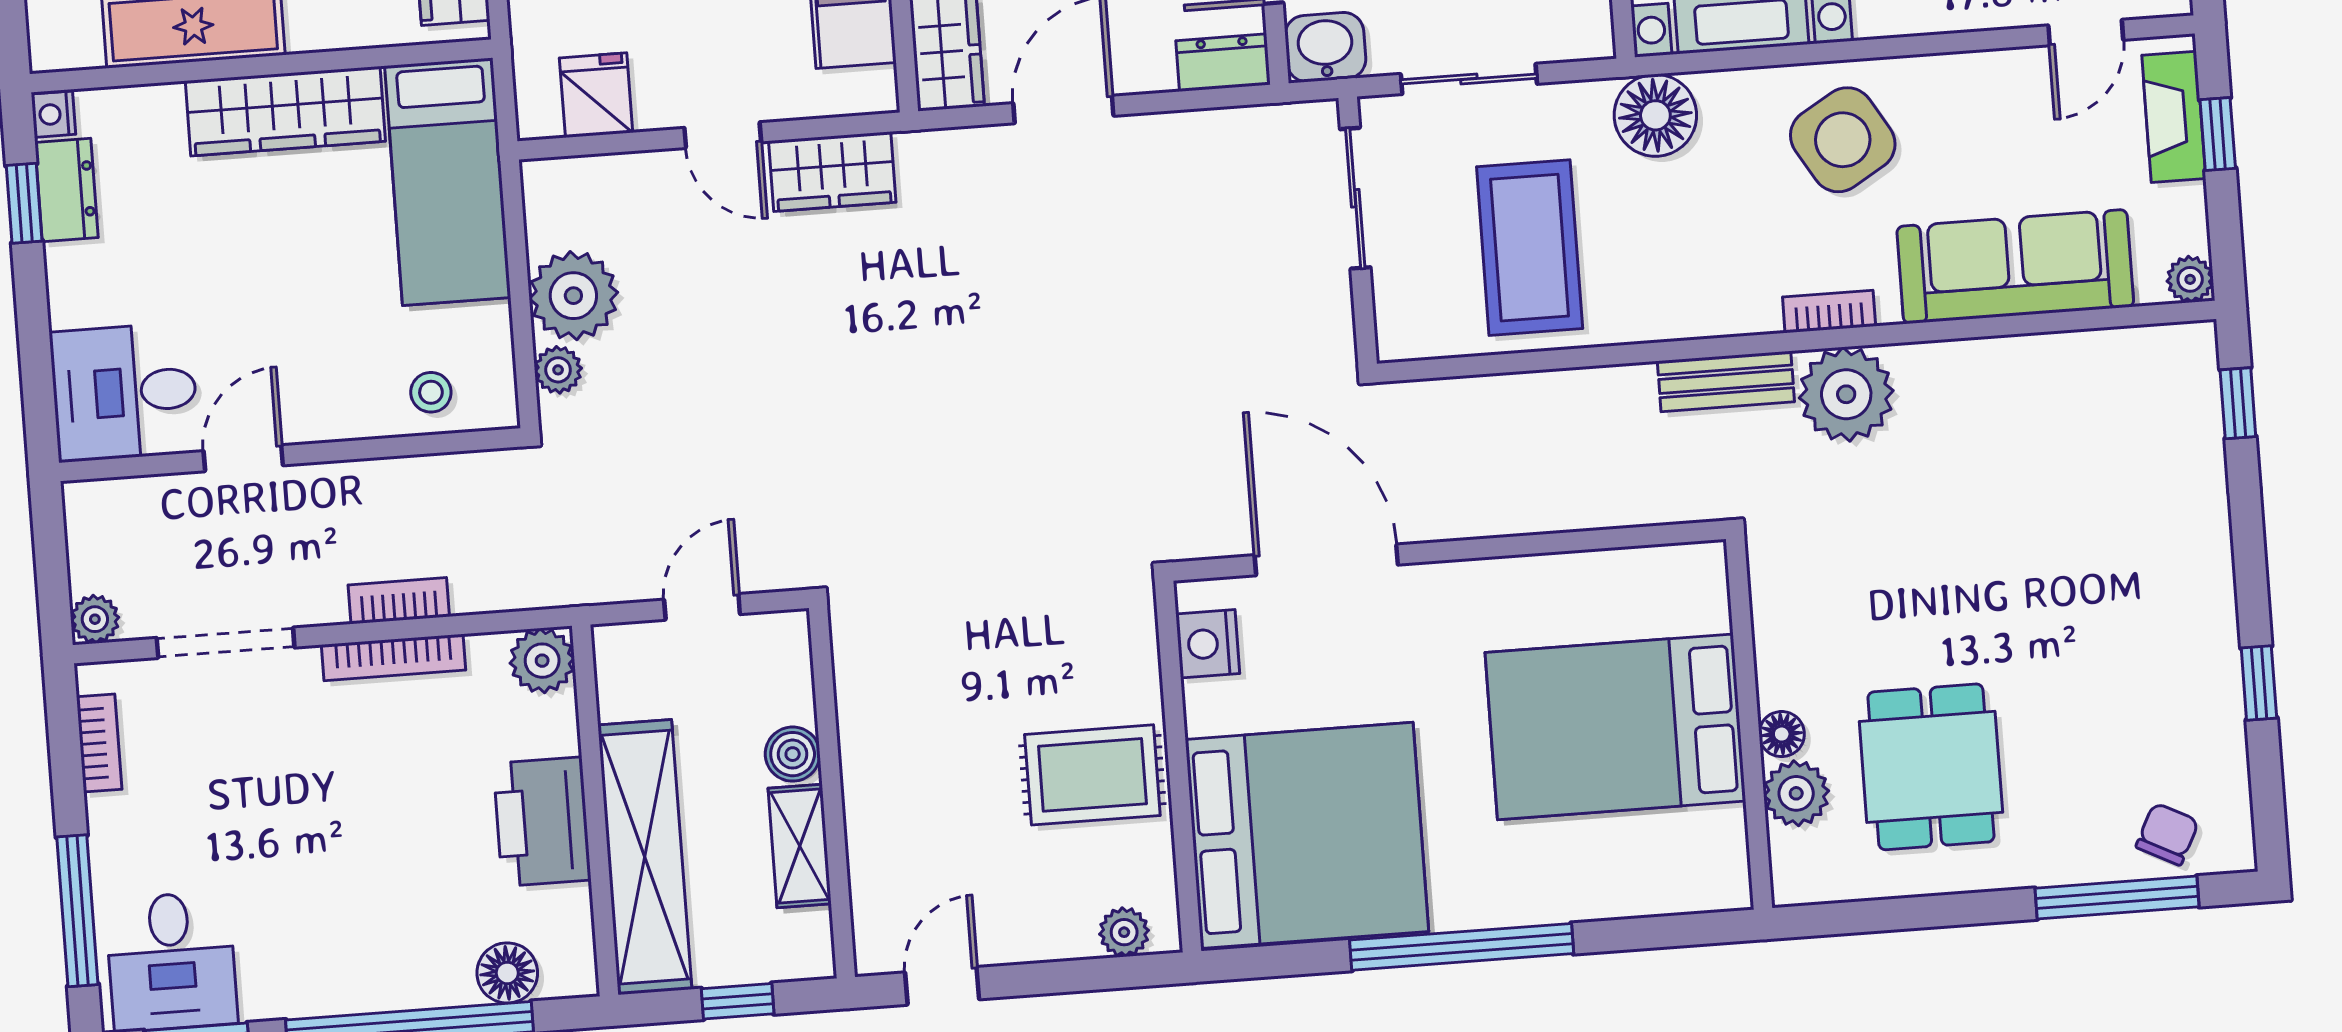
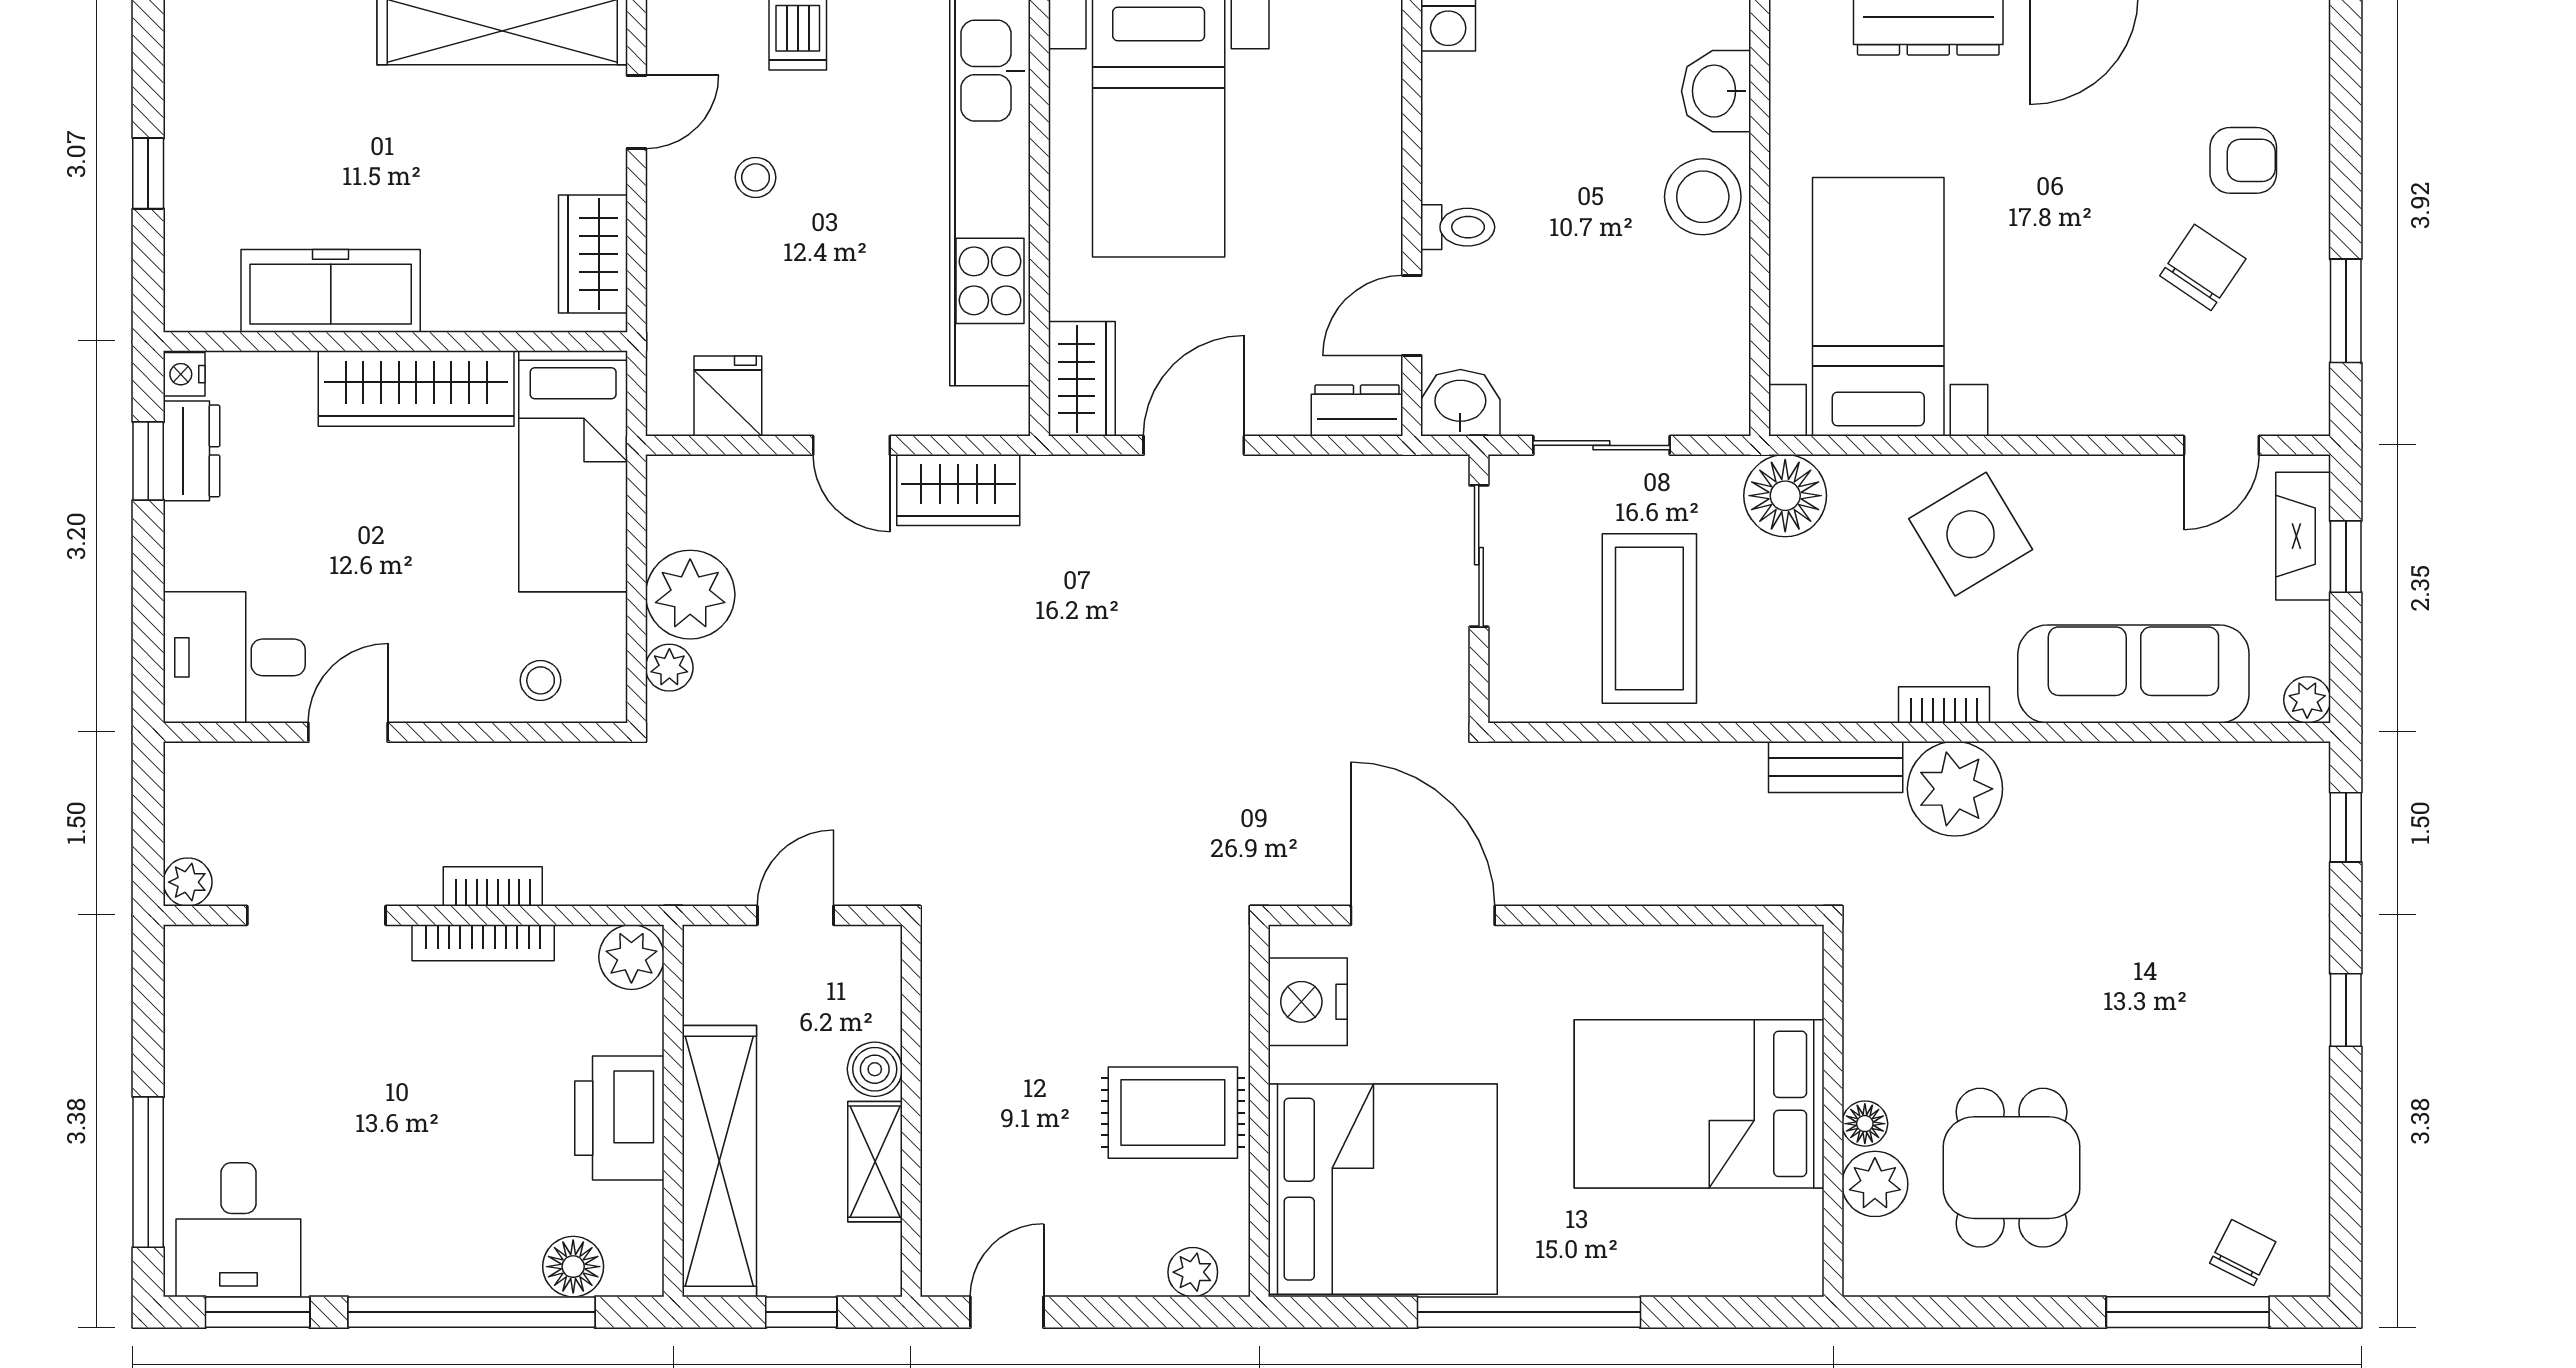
nightstand: (1208, 644) -> (1308, 1002), width x1.36, depth x1.33
window: (2259, 683) -> (2346, 1010), moved
bookcase: (99, 743) -> (183, 1006), removed

